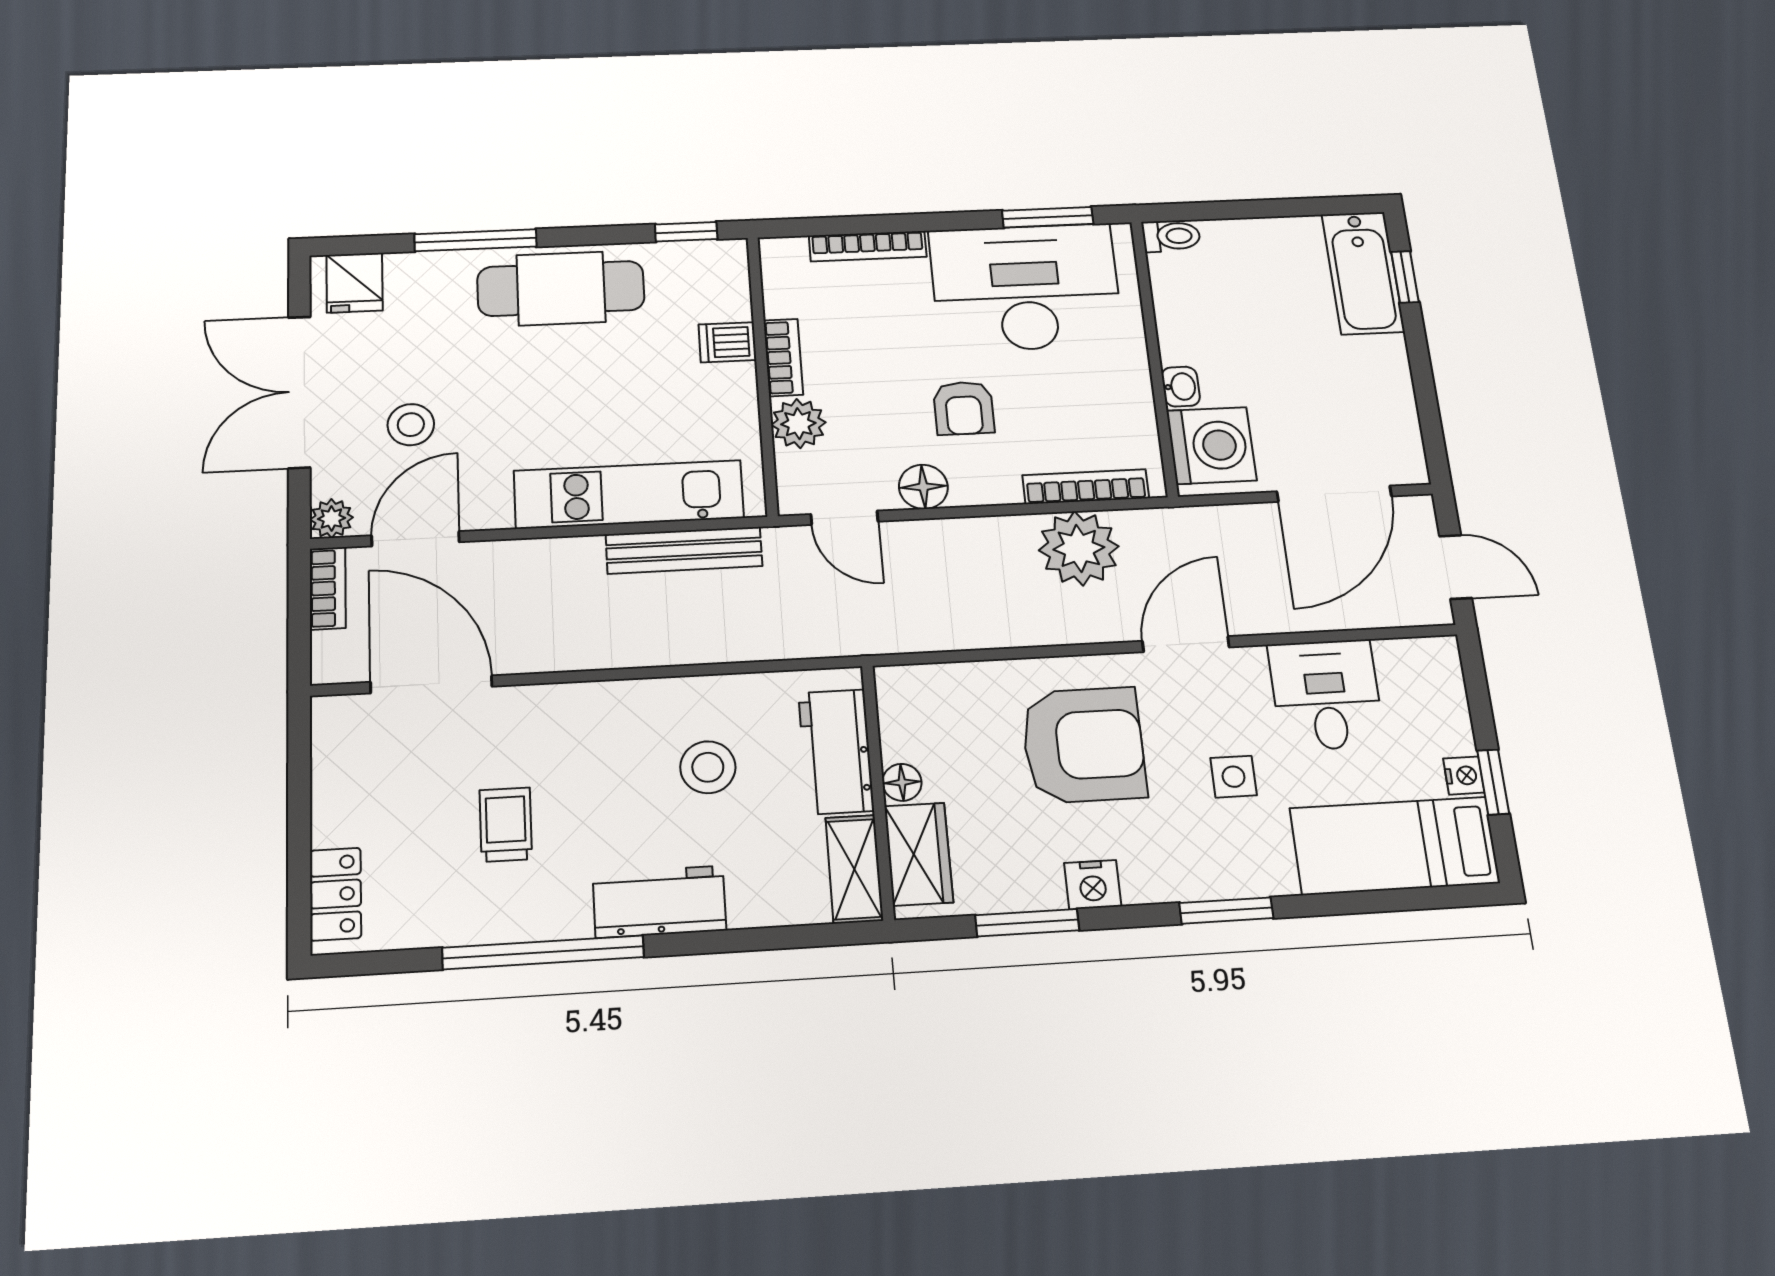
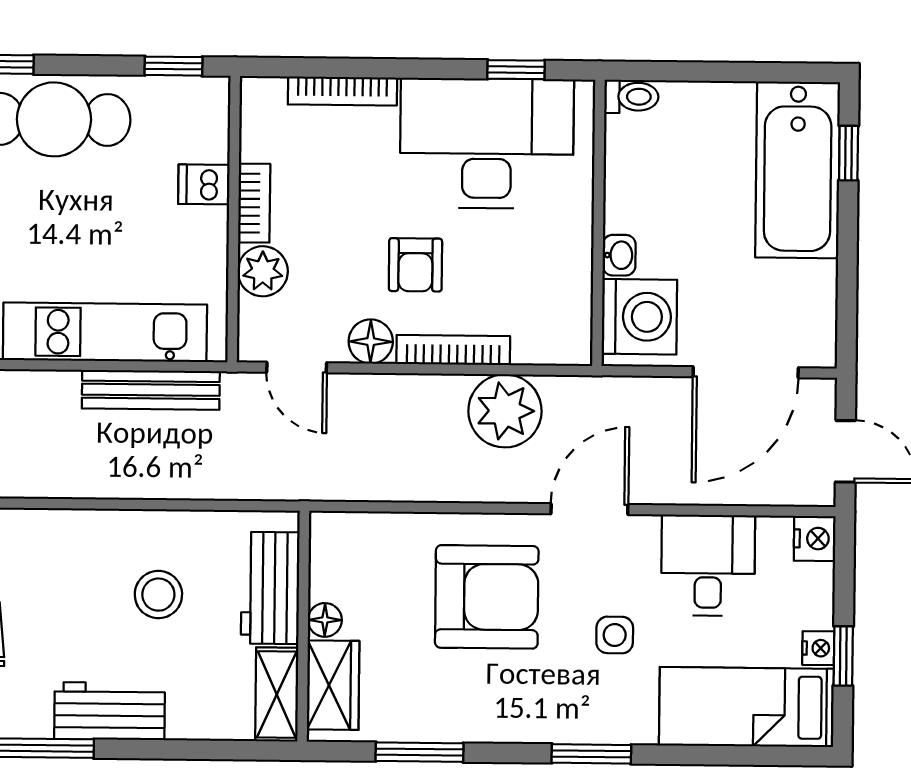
window: (1048, 217) -> (516, 70), width x0.67
bathtub: (1363, 273) -> (798, 170), width x1.36, depth x1.36
bookcase: (1086, 487) -> (453, 350), moved
nightstand: (1093, 885) -> (815, 539), moved, turned -90

